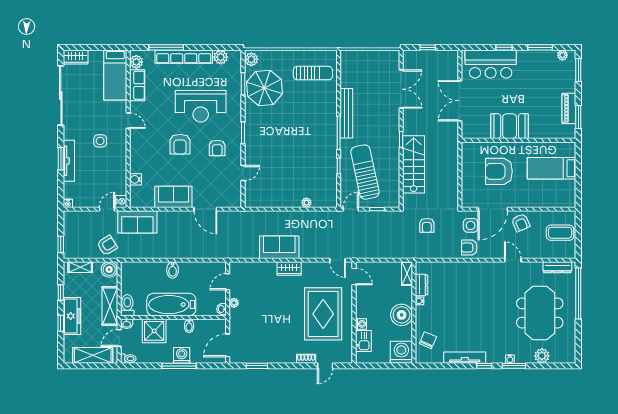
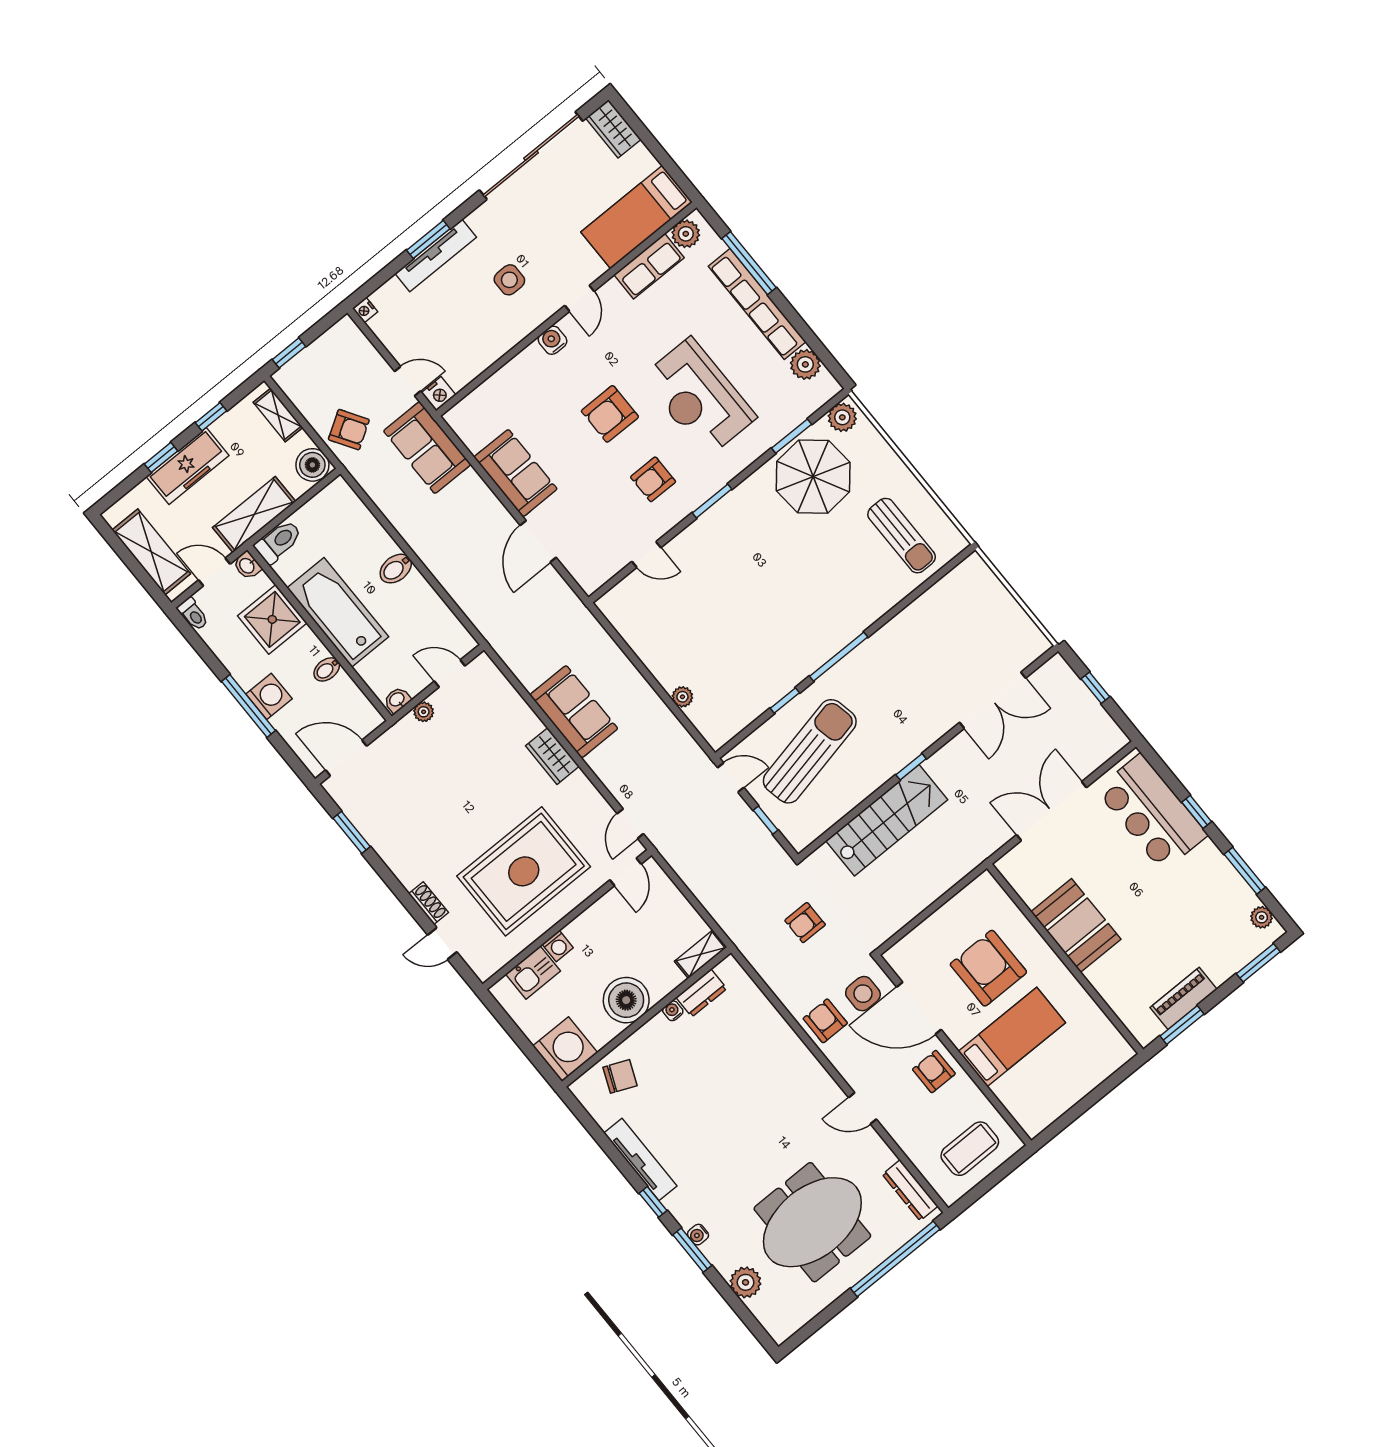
bench: (346, 113) -> (881, 643), removed
bed: (552, 168) -> (1012, 1037), moved, turned 90
water cooler: (135, 179) -> (553, 340), moved
armchair: (521, 223) -> (934, 1072), turned 114
coffee table: (560, 233) -> (970, 1149), turned 90
door: (513, 260) -> (862, 1108), swing flipped

